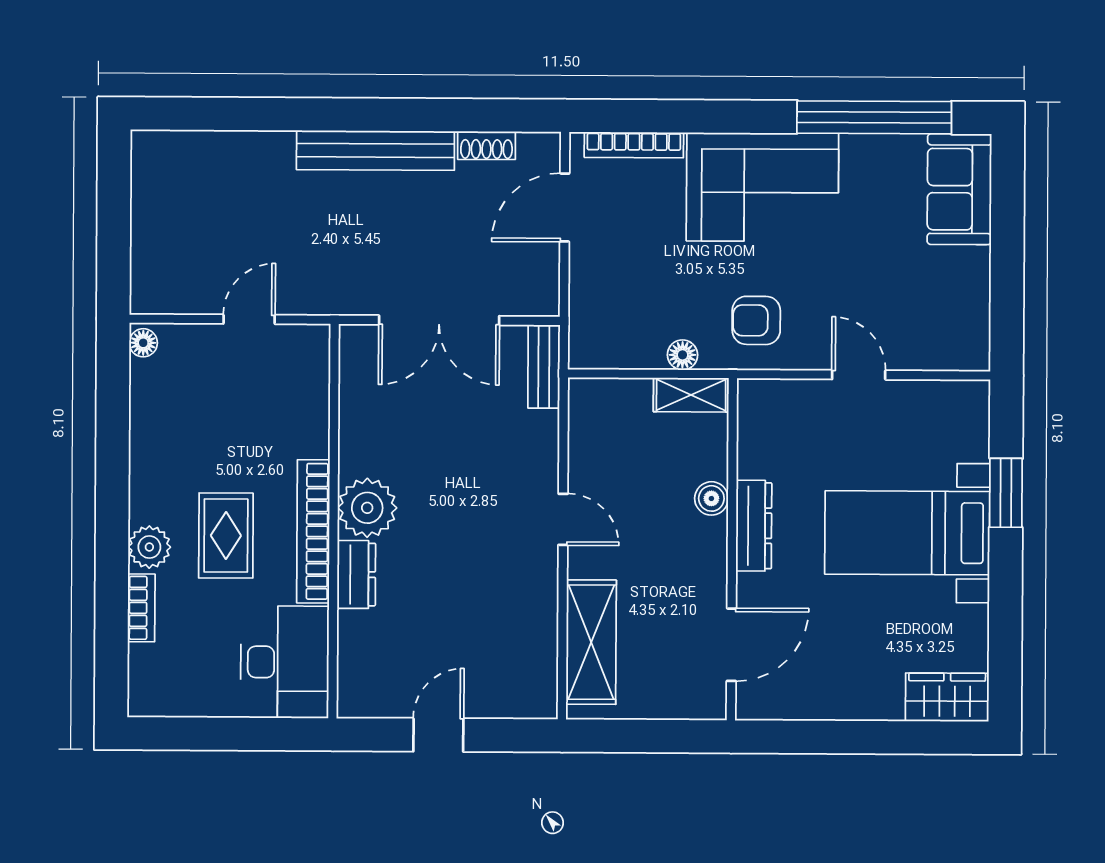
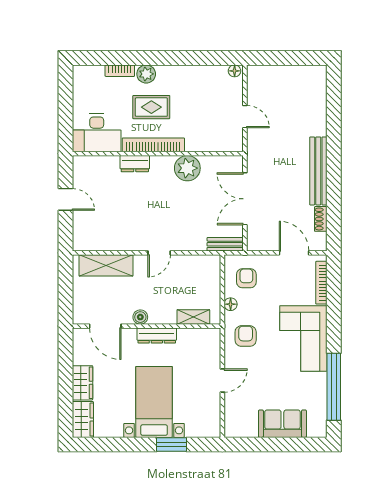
sofa: (959, 189) -> (282, 424), moved
armchair: (623, 318) -> (246, 278), added
shelving: (691, 395) -> (193, 317), moved, turned 90
boiler: (711, 498) -> (140, 317), moved
plant: (367, 508) -> (187, 168), moved
wardrobe: (862, 698) -> (83, 383), added

